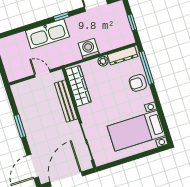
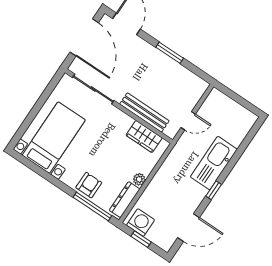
washing machine: (89, 49) -> (141, 223), moved, turned -90
wardrobe: (78, 86) -> (144, 137), width x0.67

